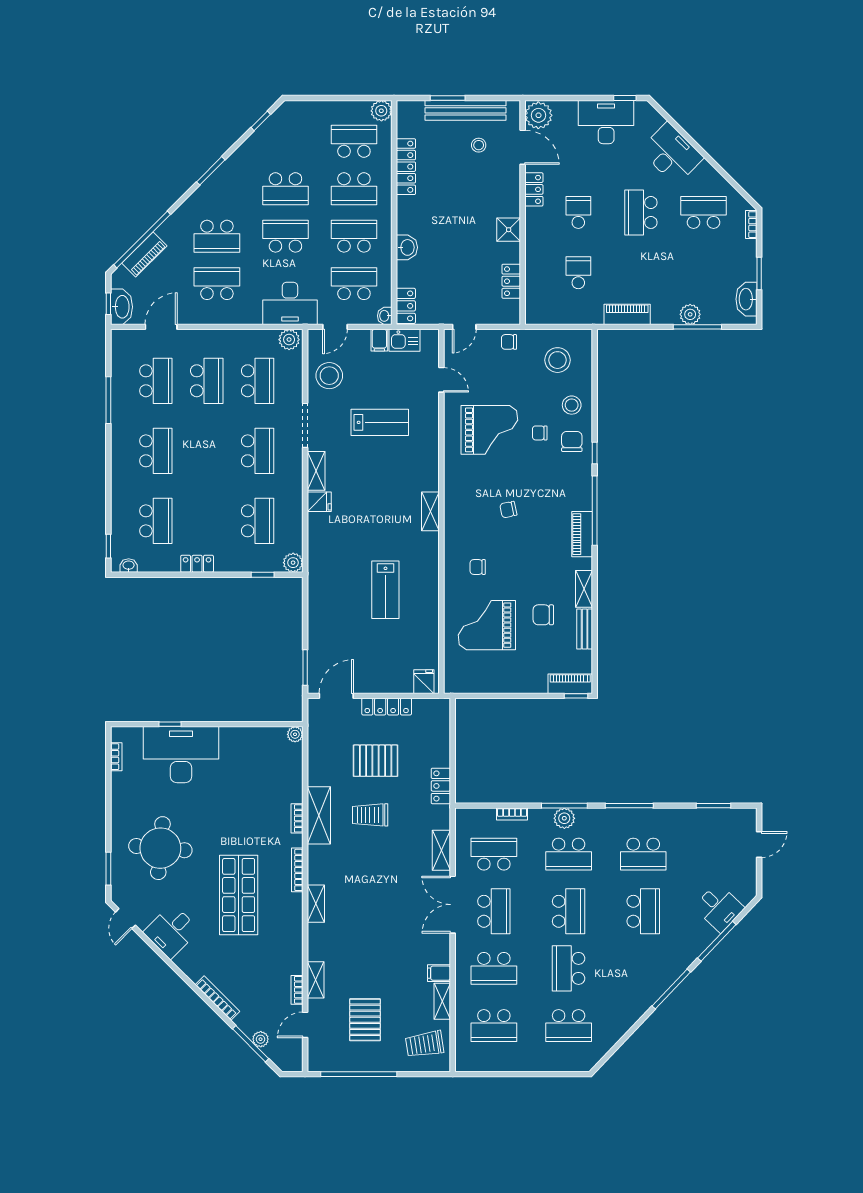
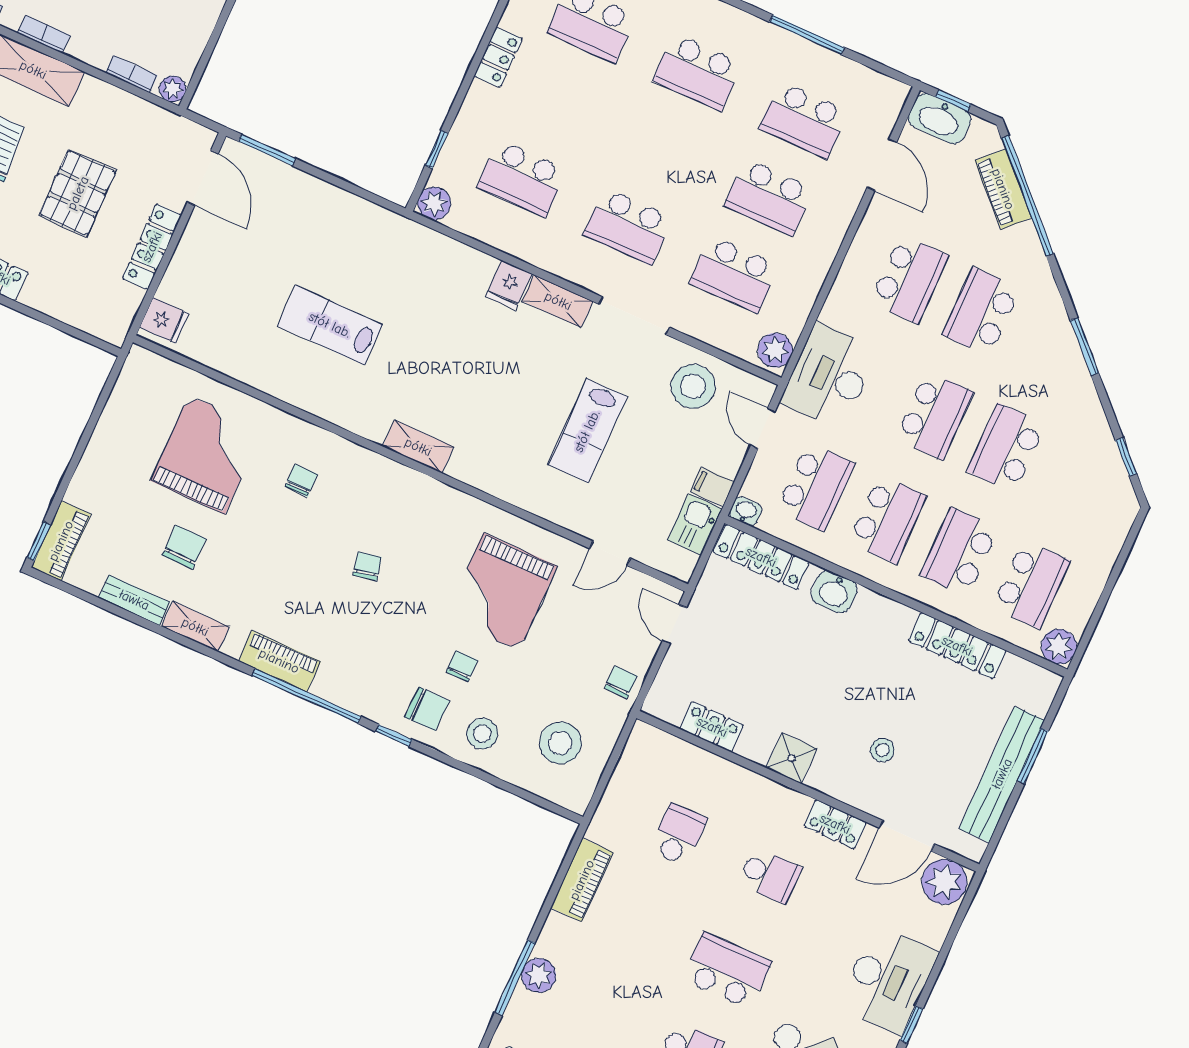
stool: (479, 145) -> (882, 750), moved
school desk: (578, 273) -> (678, 834), turned -90
locker: (406, 306) -> (761, 557), width x1.53
bookcase: (297, 761) -> (132, 74), added

